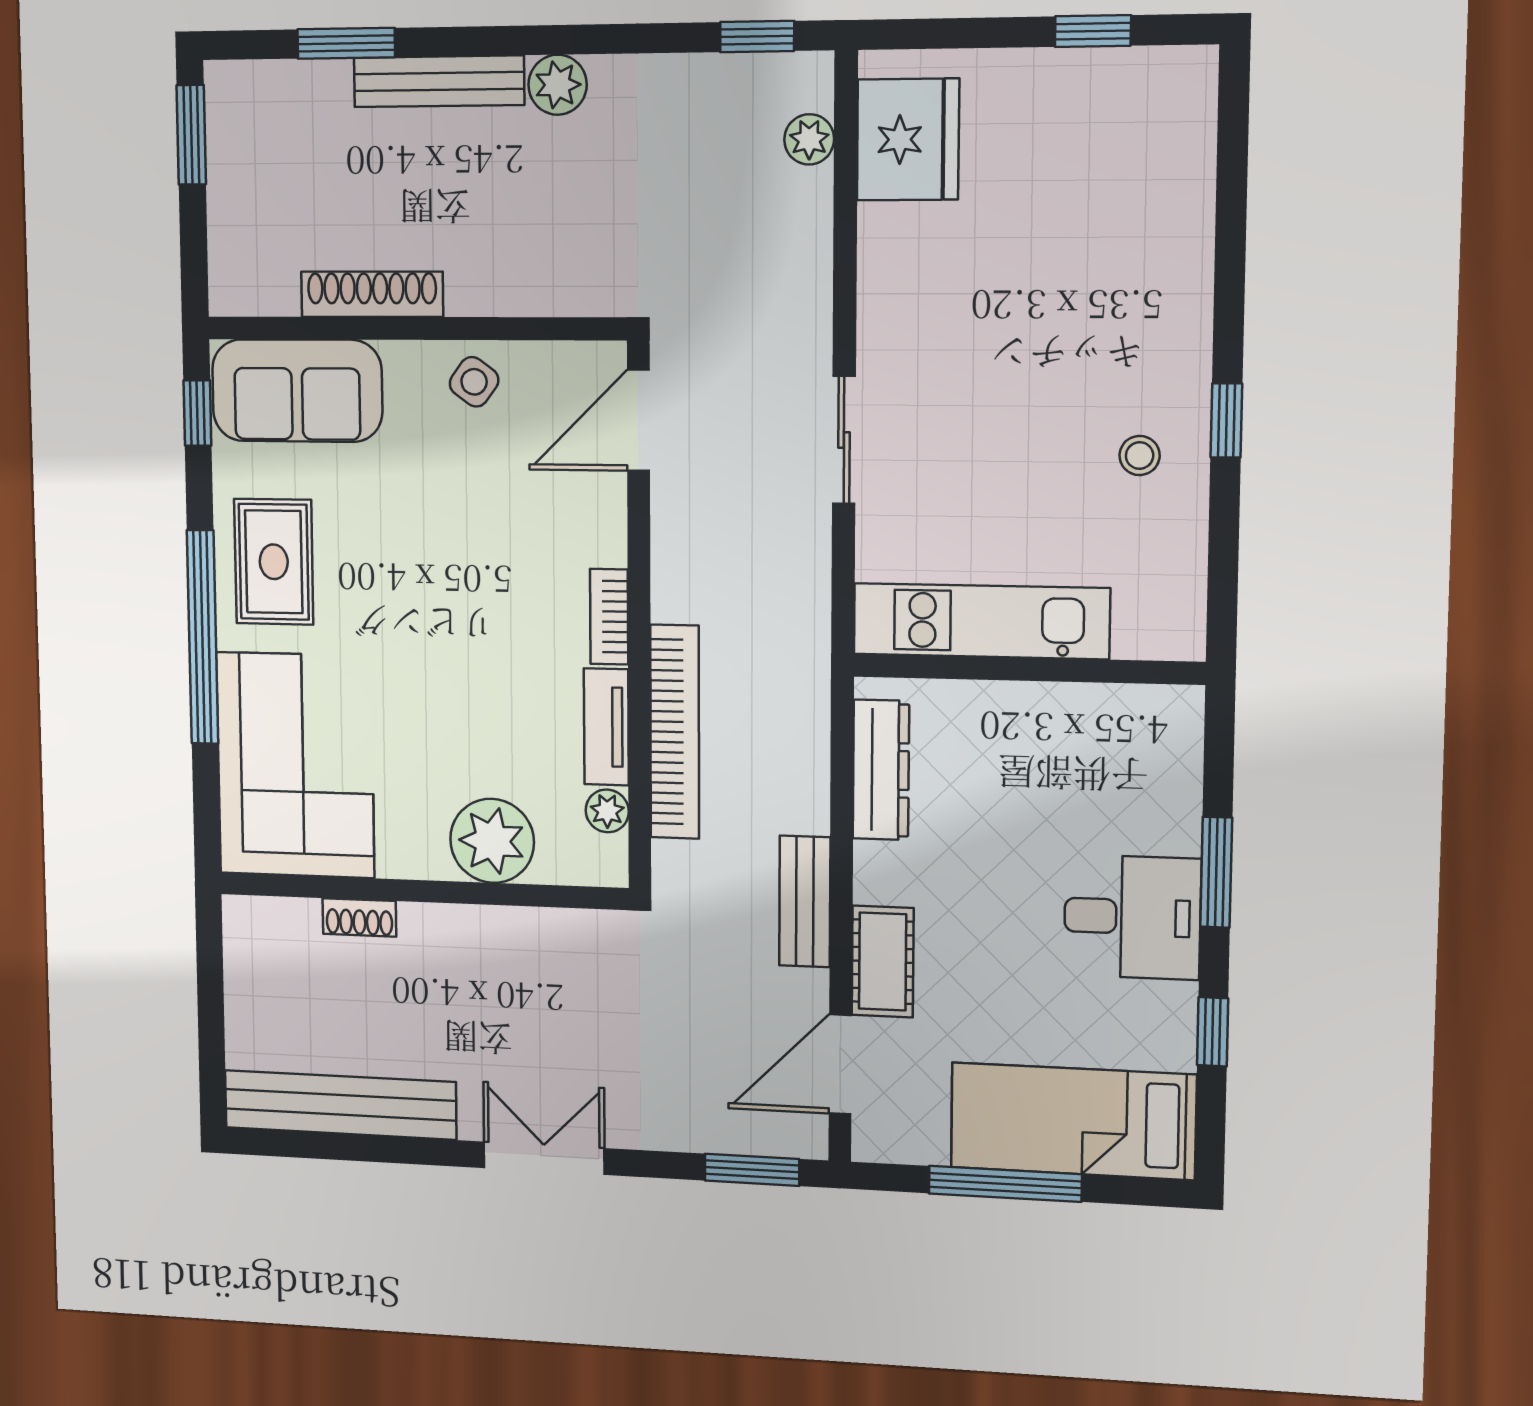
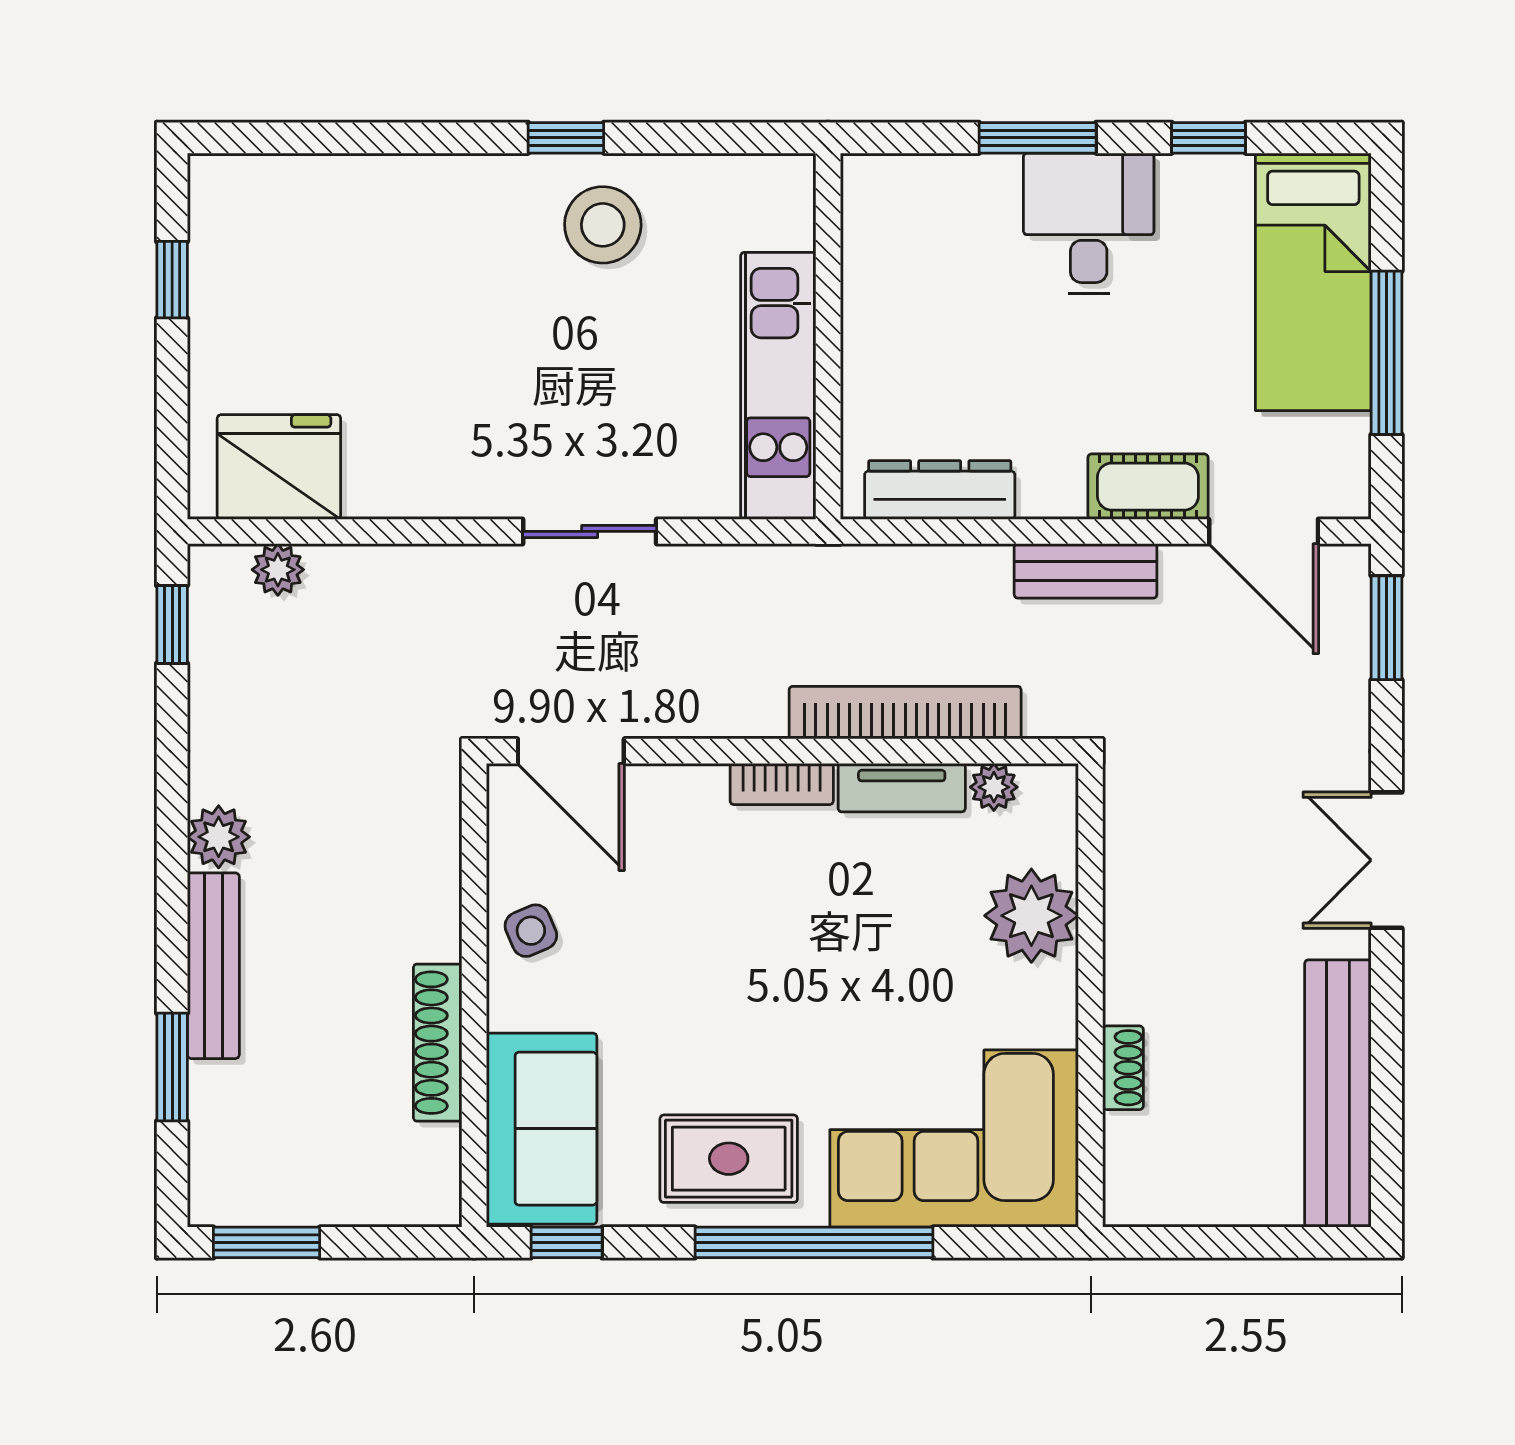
side table: (474, 382) -> (531, 931), turned 31
stool: (1140, 456) -> (603, 225), width x1.89, depth x1.89

